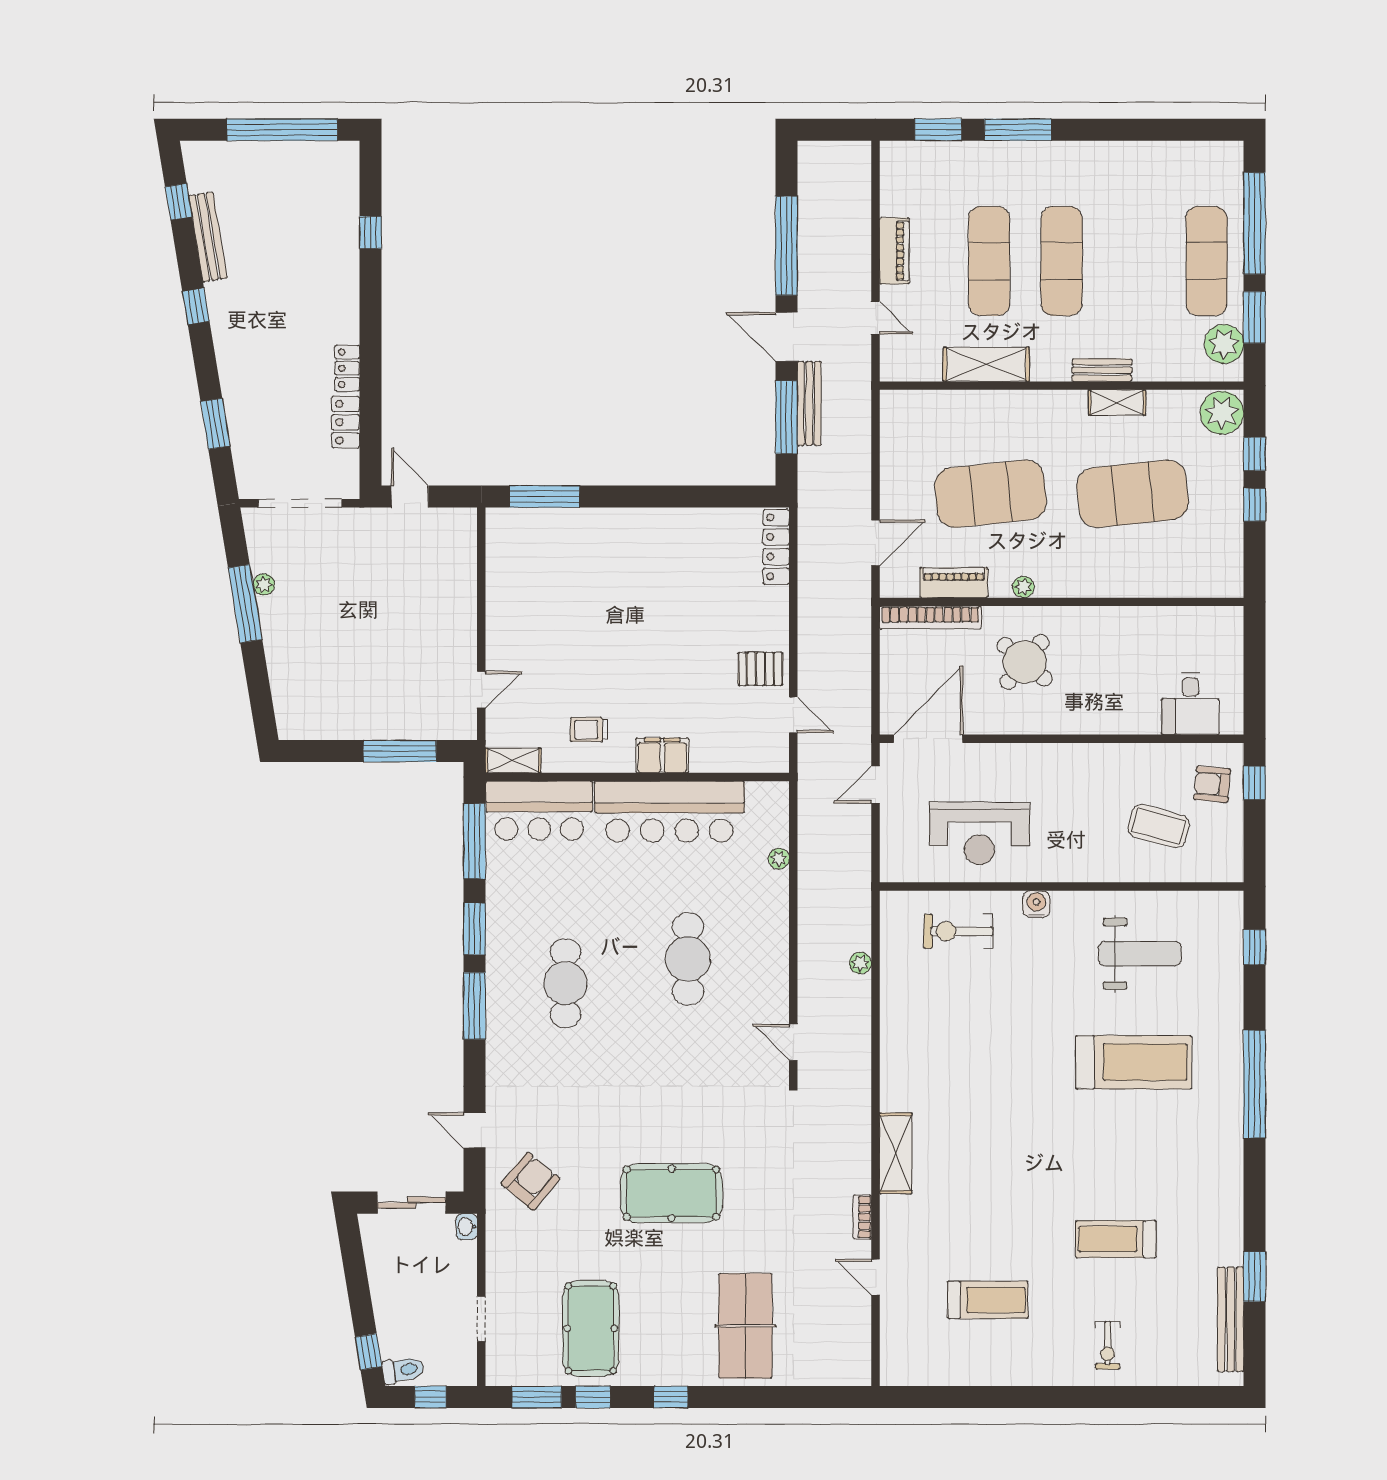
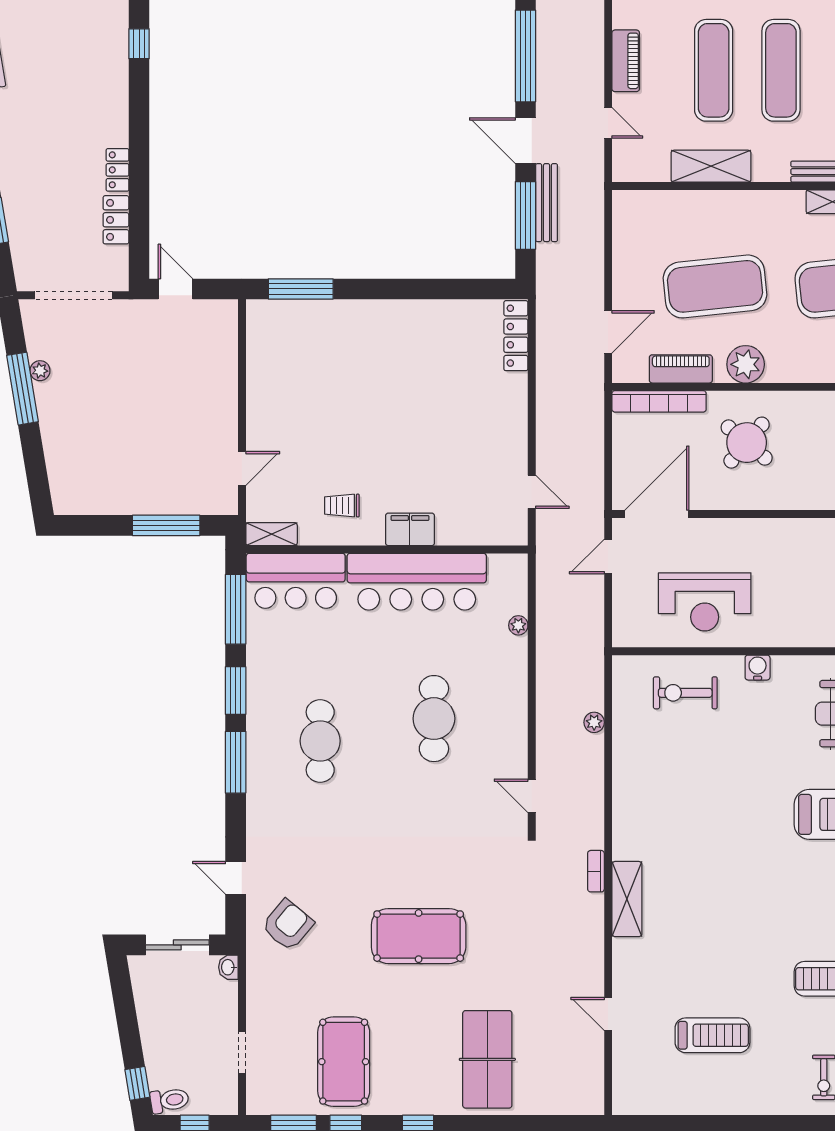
plant: (1023, 587) -> (746, 364), width x1.88, depth x1.88
pallet: (760, 669) -> (501, 449), removed
bookcase: (862, 1217) -> (596, 871), moved

